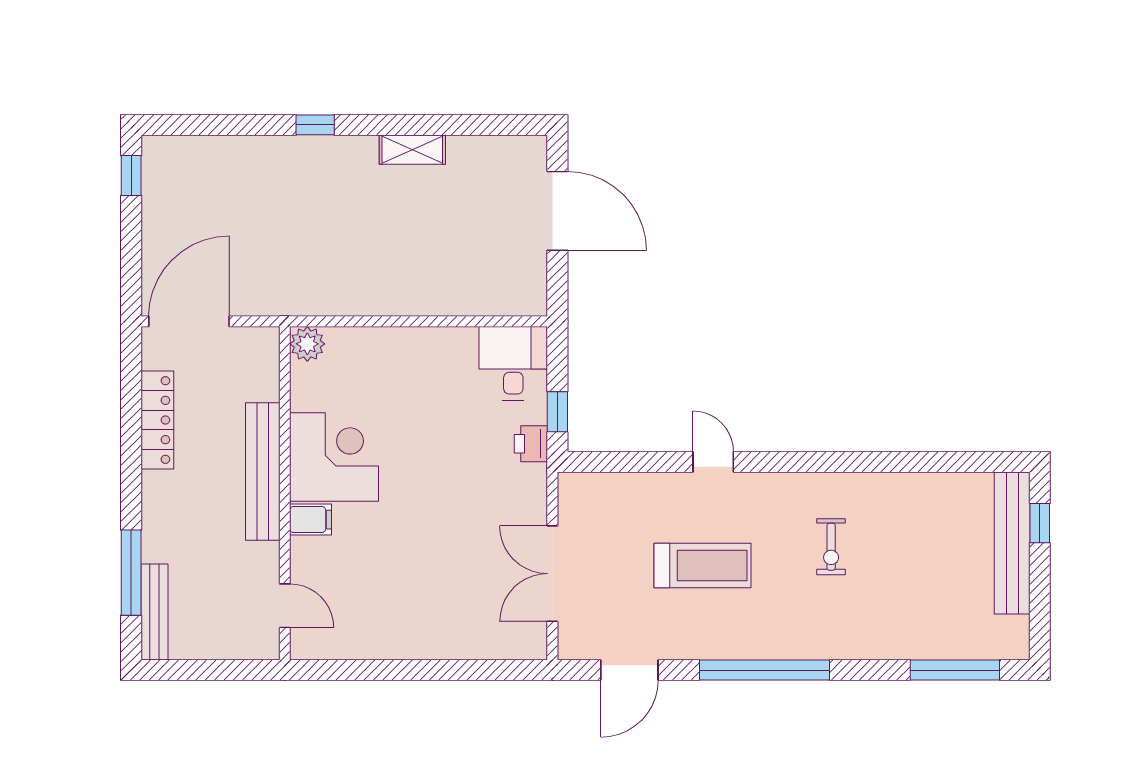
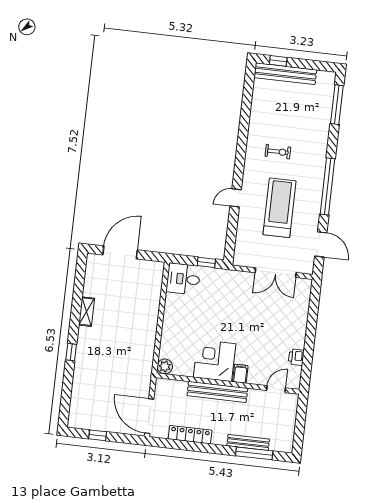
window: (131, 176) -> (98, 435), moved
printer: (531, 444) -> (296, 357), moved, turned 90
treadmill: (703, 566) -> (280, 208), width x1.37, depth x1.38
bench: (155, 612) -> (248, 442), moved

